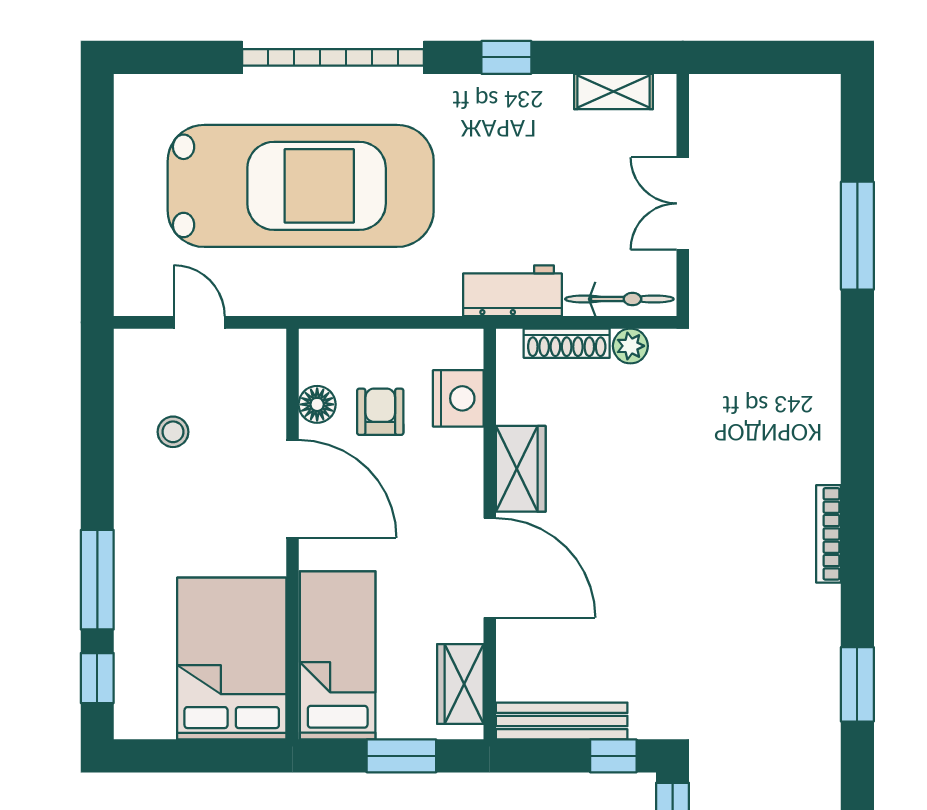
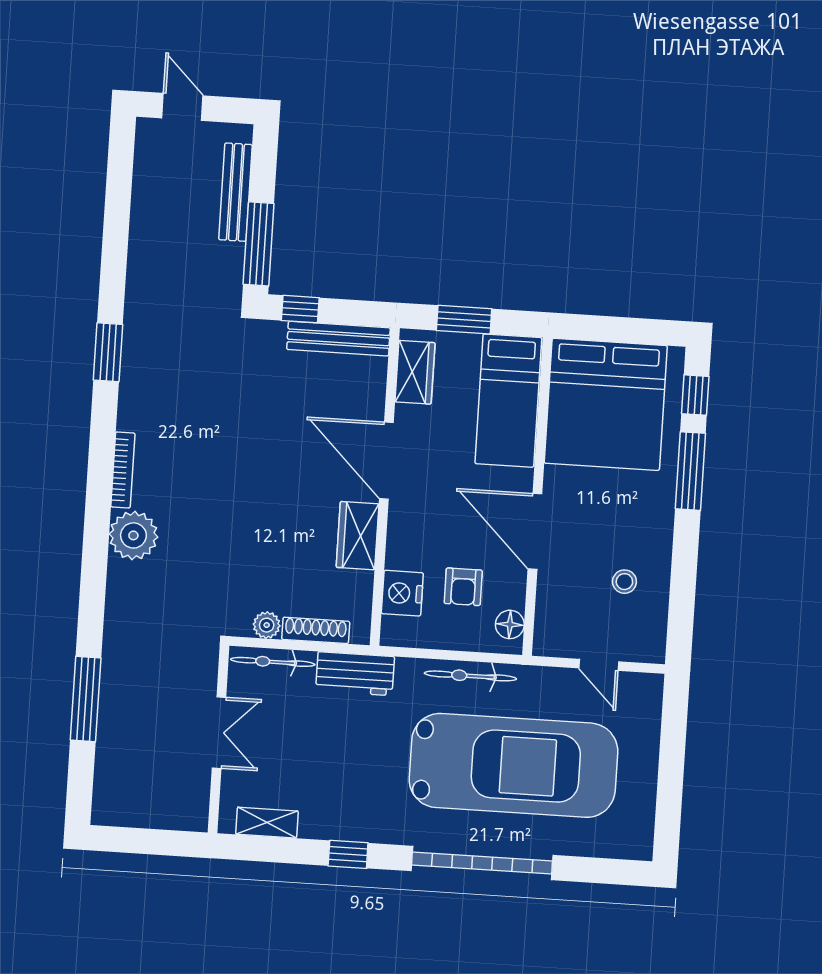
car: (301, 186) -> (513, 765), turned 180
bicycle: (364, 297) -> (470, 676), added
floor lamp: (317, 404) -> (510, 624), moved
plant: (809, 450) -> (133, 535), added
bed: (232, 659) -> (606, 404), width x1.36

